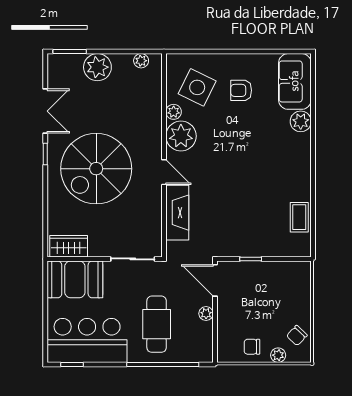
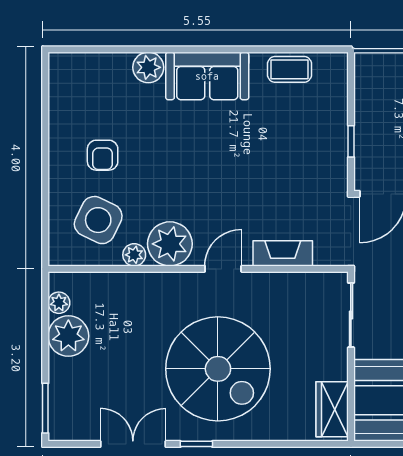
plant: (97, 67) -> (68, 336), moved
sofa: (295, 81) -> (207, 76), moved
fireplace: (177, 213) -> (283, 253), width x0.73, depth x0.76

